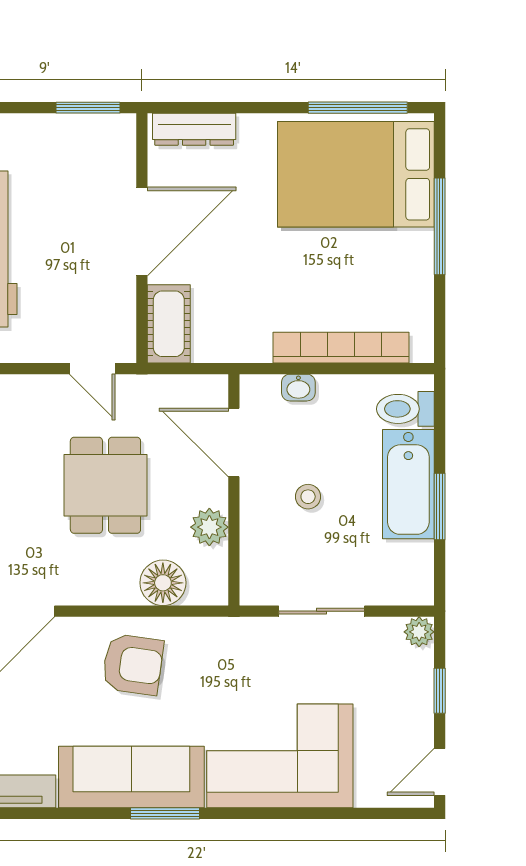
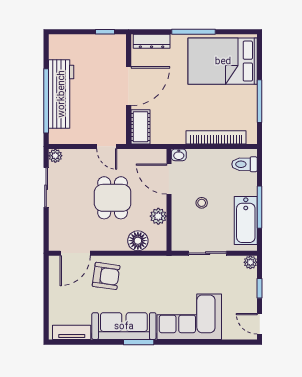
window: (88, 108) -> (105, 32), width x0.67
window: (358, 108) -> (194, 32), moved
window: (440, 226) -> (260, 101), moved
washbasin: (298, 388) -> (179, 155), moved
bathtub: (408, 484) -> (246, 220), moved
window: (440, 506) -> (260, 207), width x1.44
armchair: (133, 664) -> (106, 276), moved
door: (440, 772) -> (260, 324), hinge flipped

